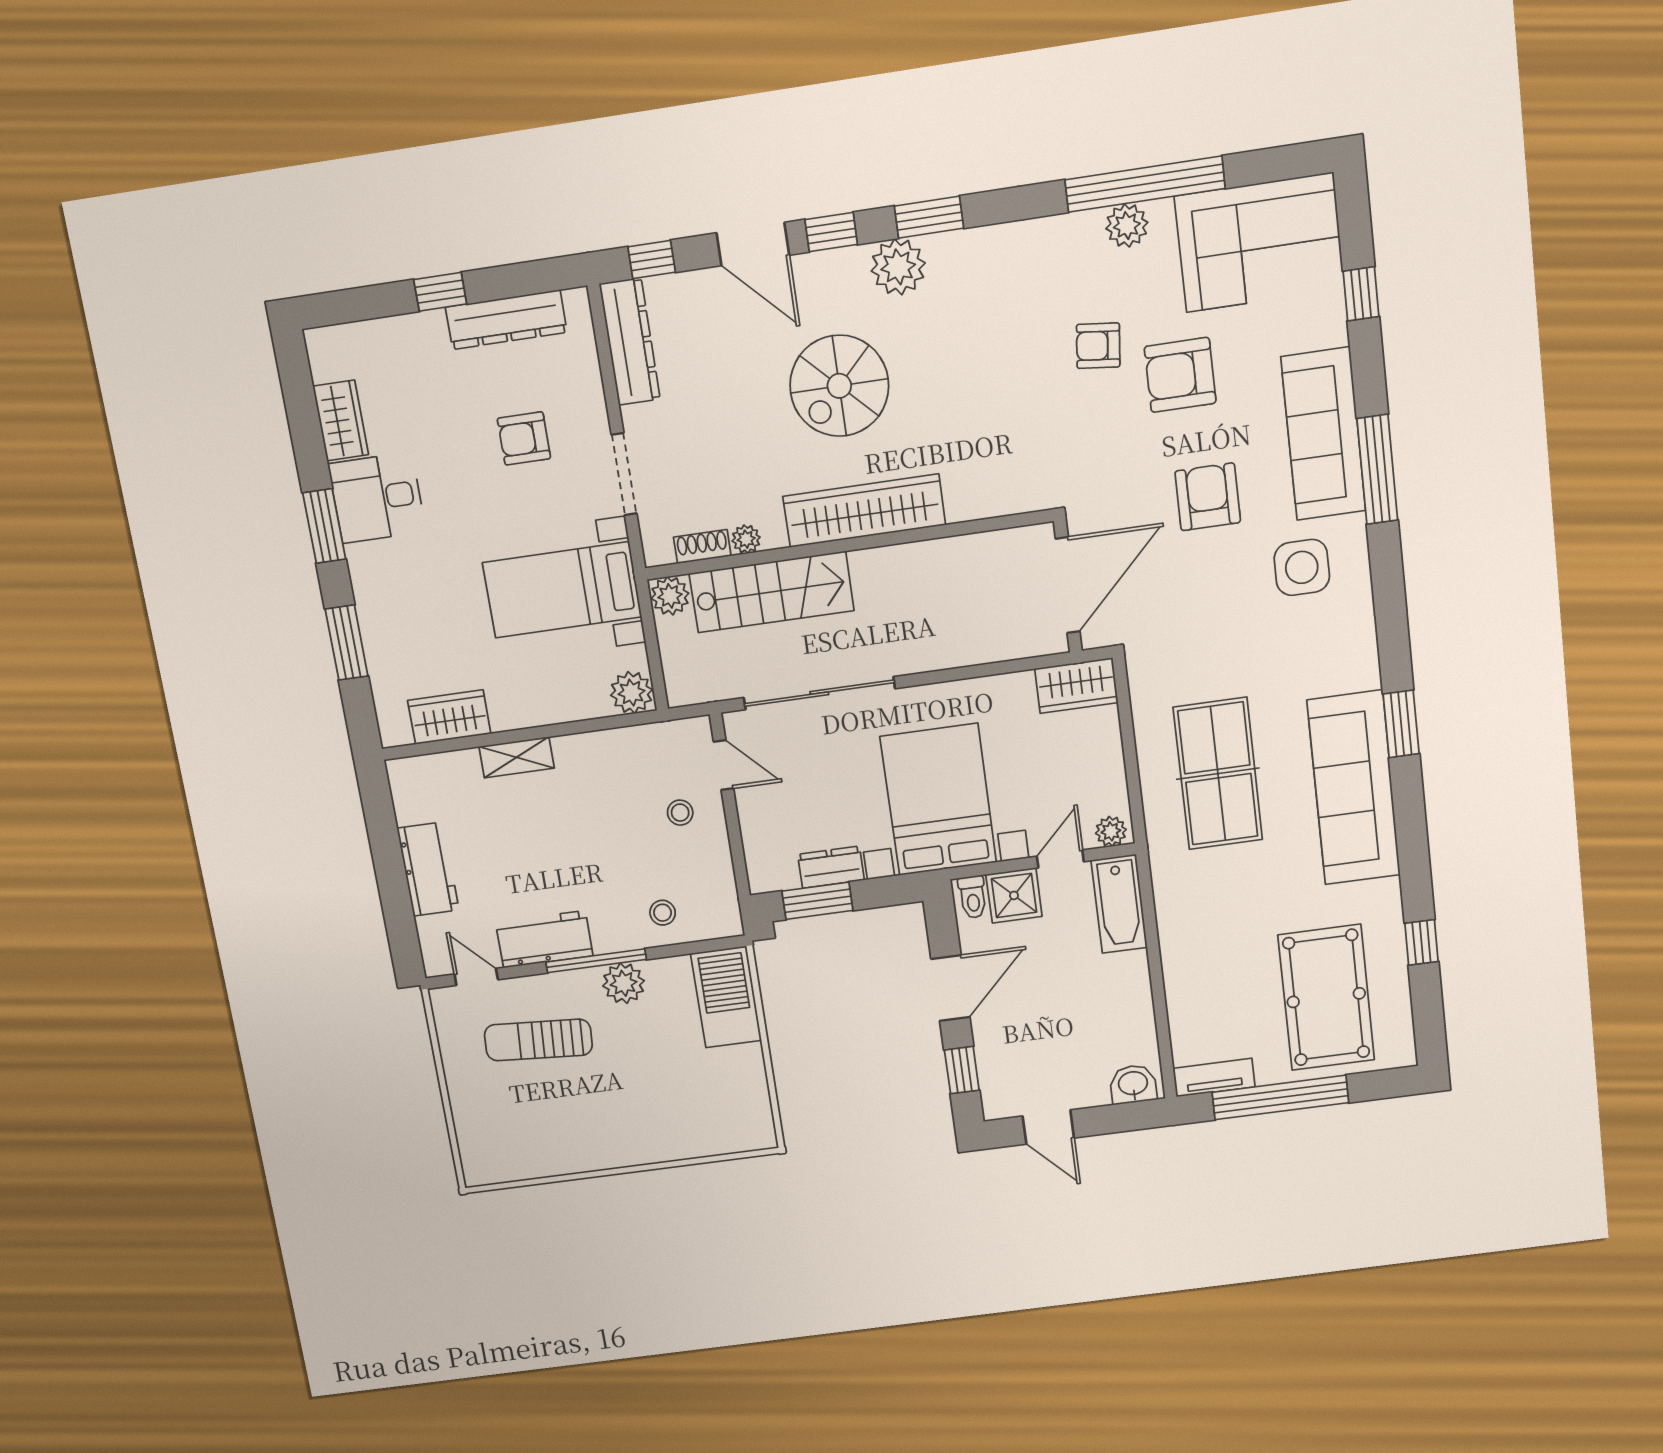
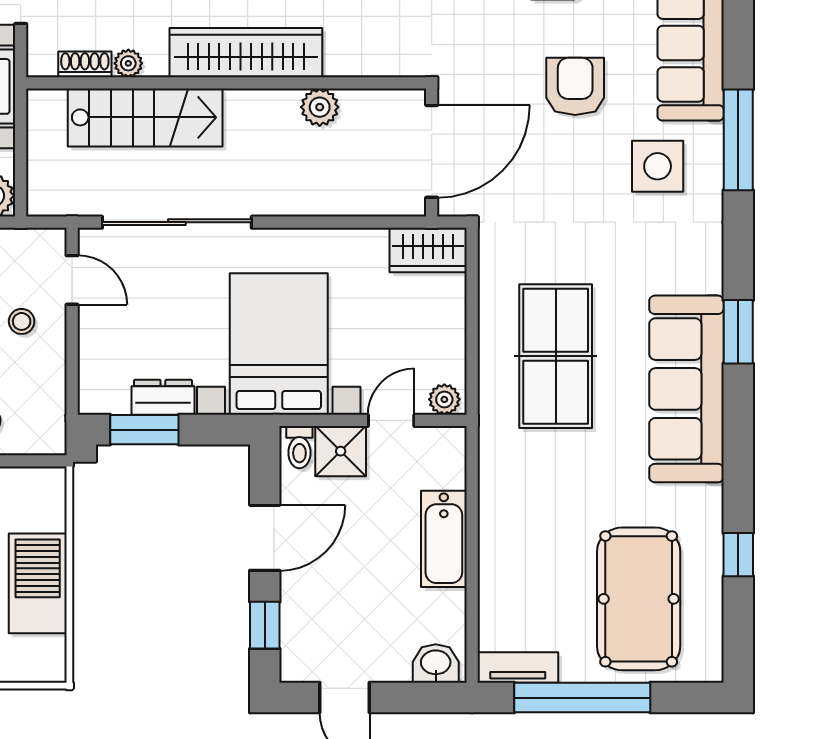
window: (1377, 469) -> (738, 140), moved
plant: (670, 596) -> (320, 107), moved
bathtub: (1119, 904) -> (444, 539), moved
barbecue: (726, 997) -> (38, 583), moved

